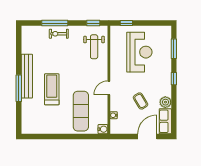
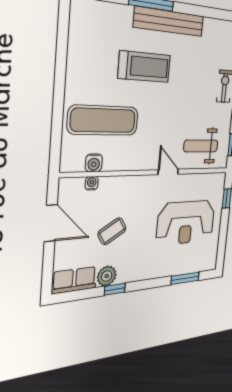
window: (174, 79) -> (115, 289), moved
door: (109, 88) -> (168, 172), moved
water cooler: (103, 129) -> (94, 163), moved
door: (147, 136) -> (51, 223), moved

